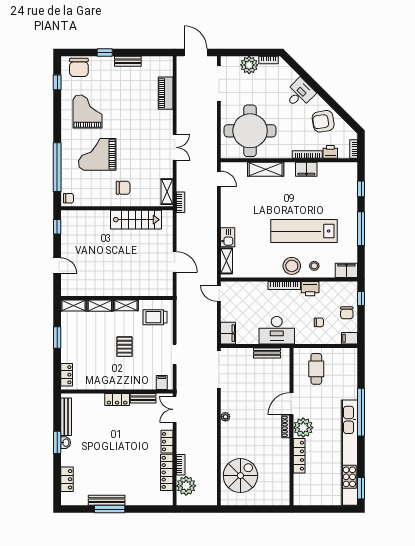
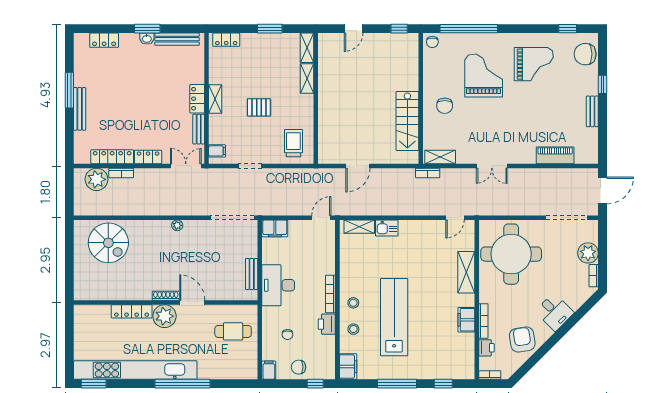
stool: (292, 266) -> (353, 303), width x0.53, depth x0.53
shelving: (126, 305) -> (215, 99), moved
bench: (107, 500) -> (80, 109), moved

